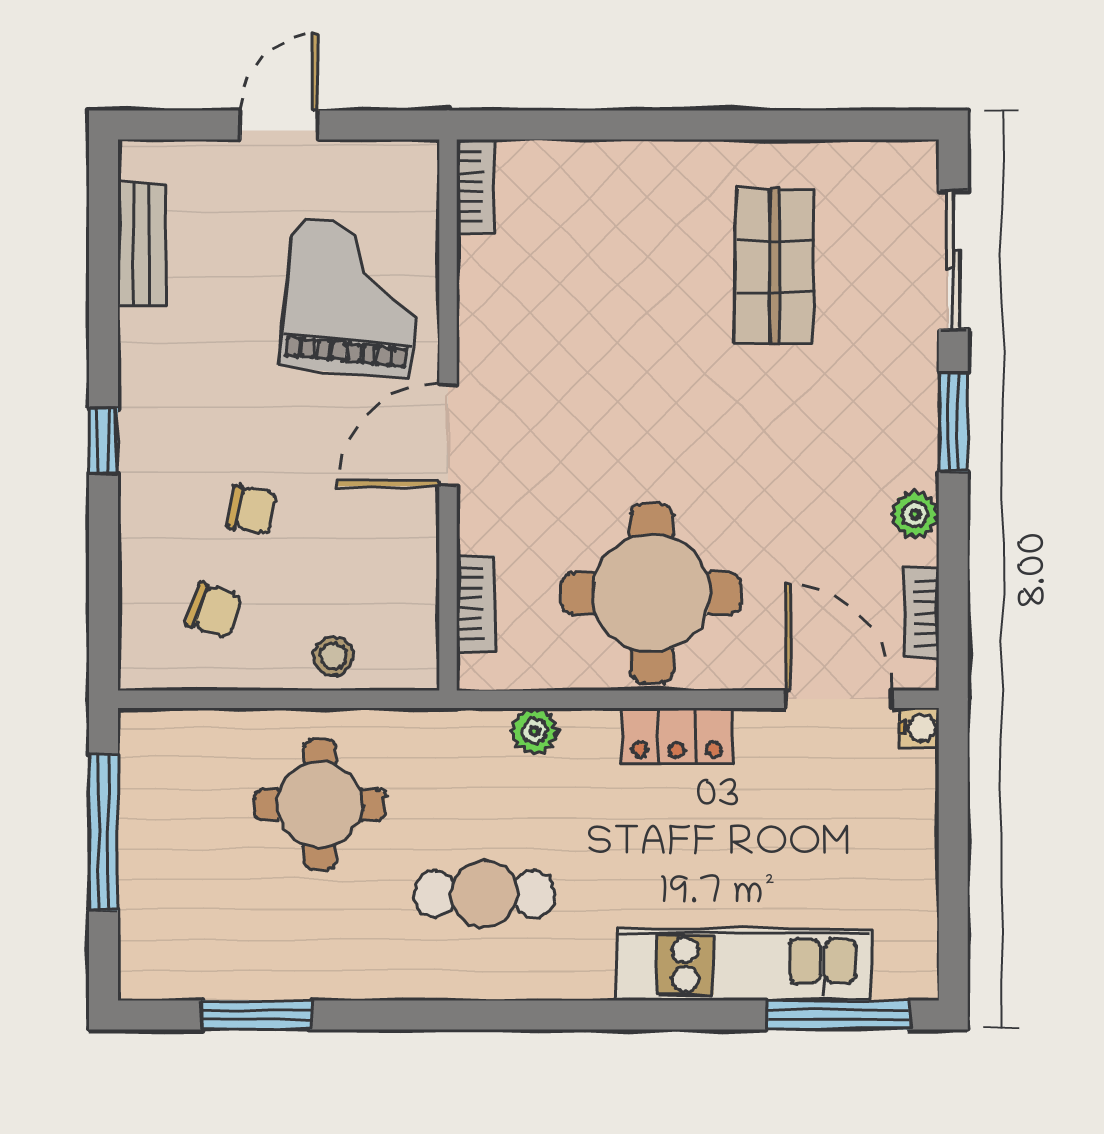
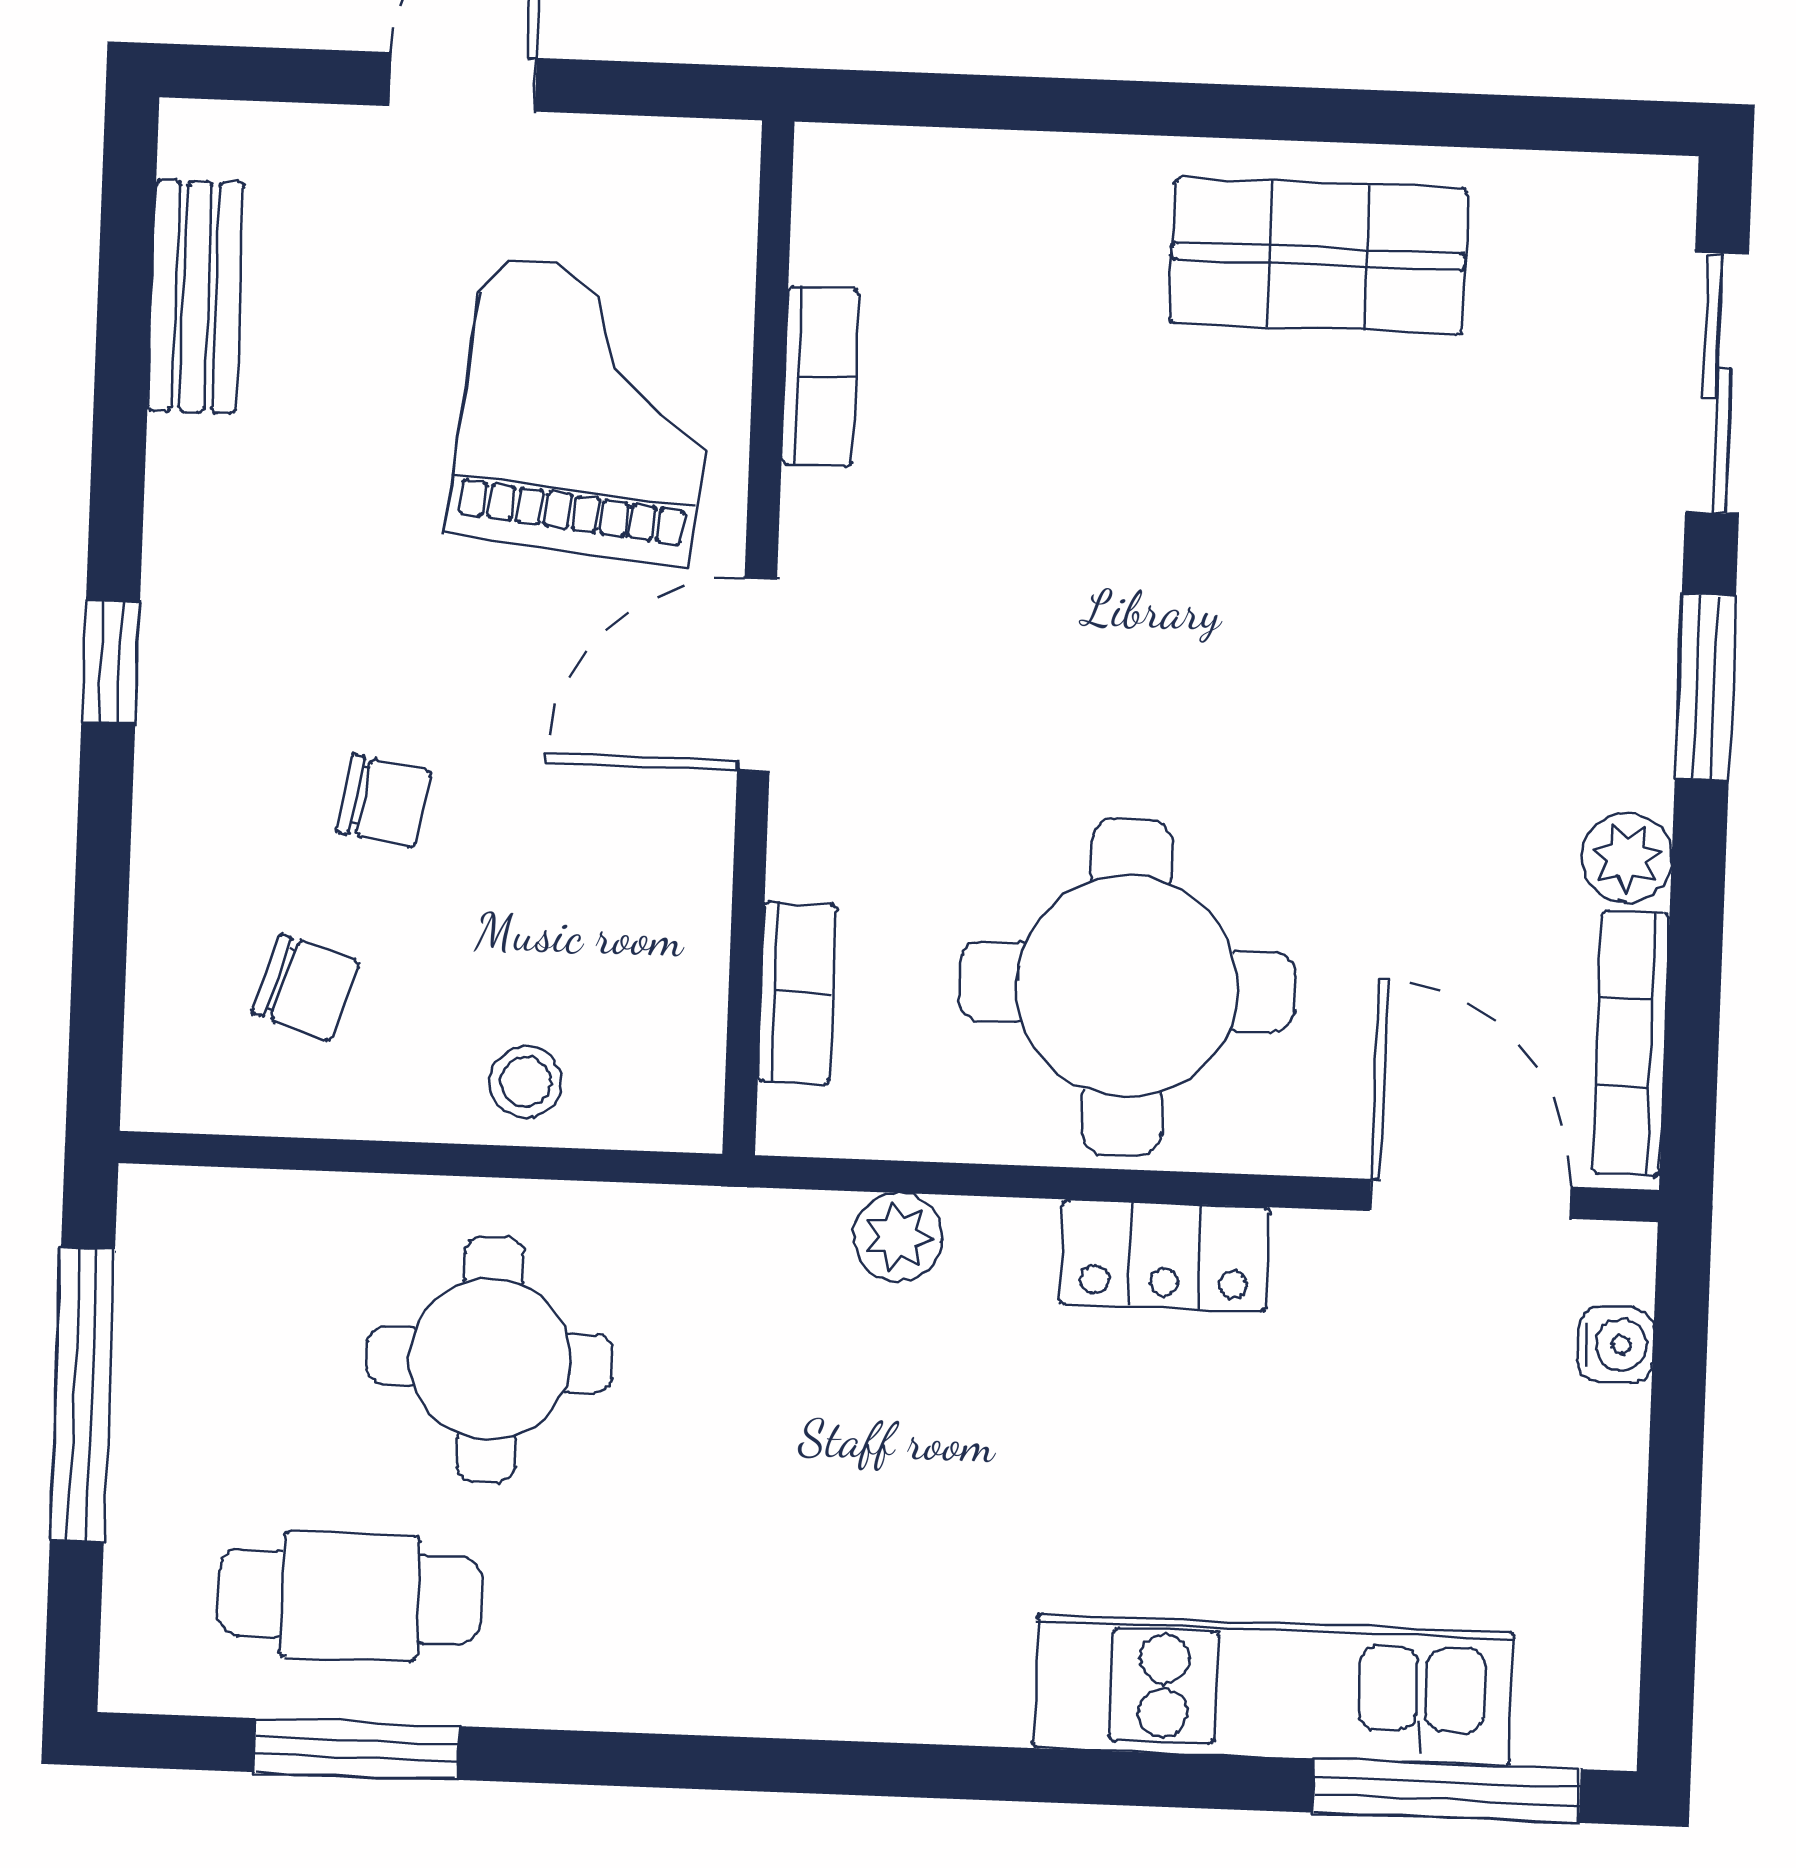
bookcase: (476, 187) -> (820, 376), moved
shop shelf: (775, 266) -> (1318, 256), moved, turned 90
bookcase: (921, 613) -> (1631, 1043), width x1.56
water cooler: (919, 728) -> (1615, 1345), moved
cafe table: (484, 894) -> (350, 1596), moved

